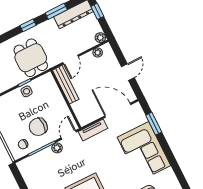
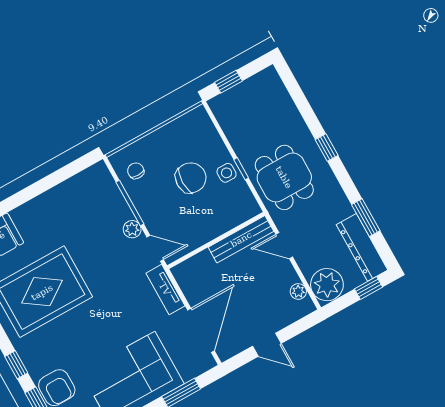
window: (28, 25) -> (327, 148), moved
plant: (100, 38) -> (327, 285), width x1.88, depth x1.88
dining table: (31, 58) -> (284, 177), turned 90
chair: (38, 127) -> (191, 178), moved, turned 90

